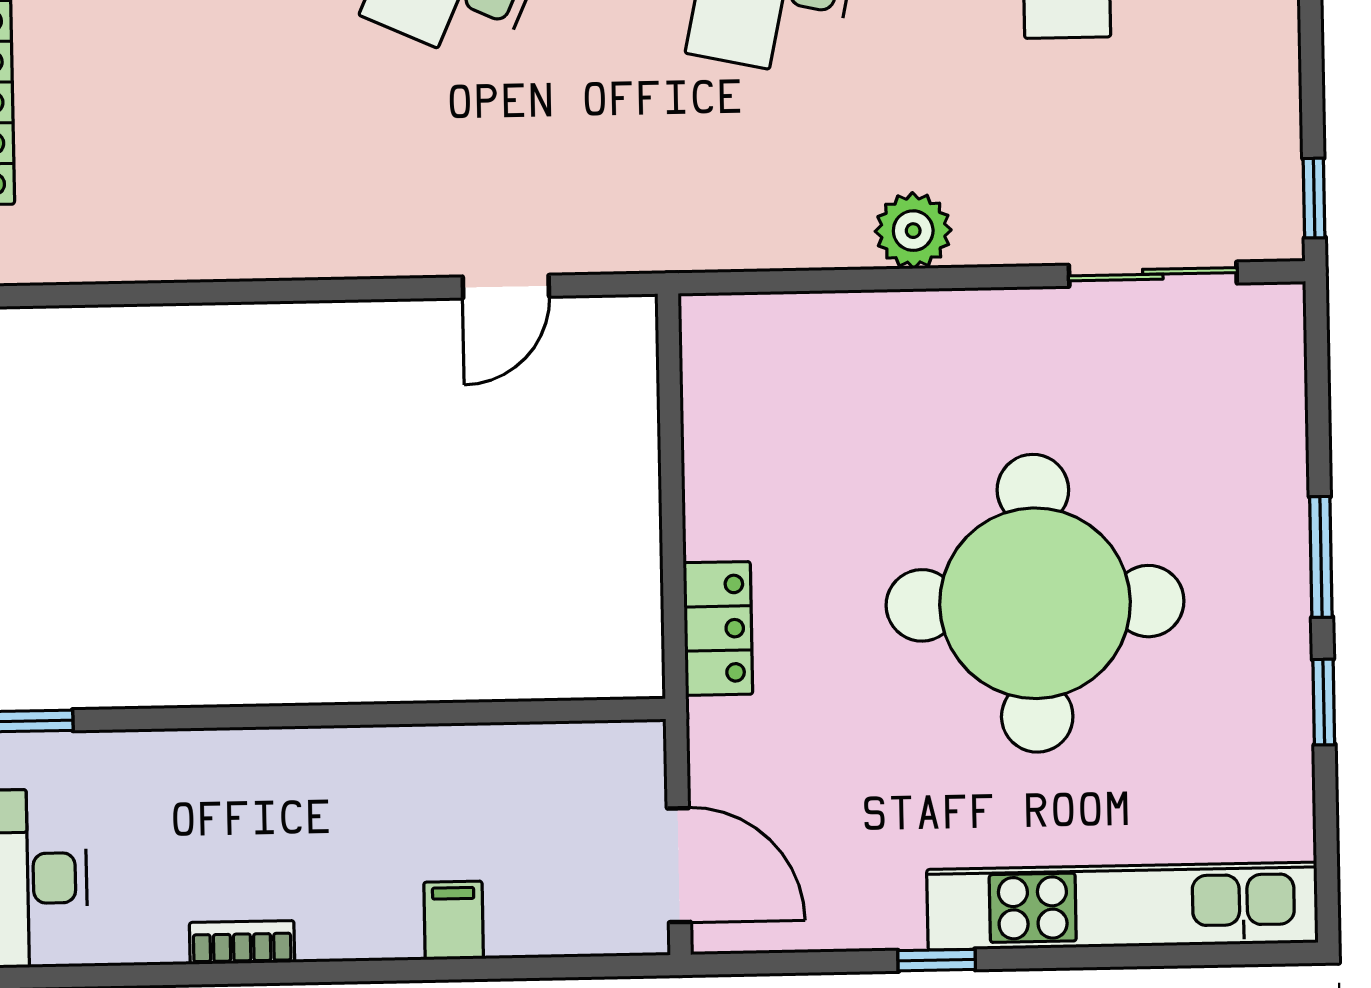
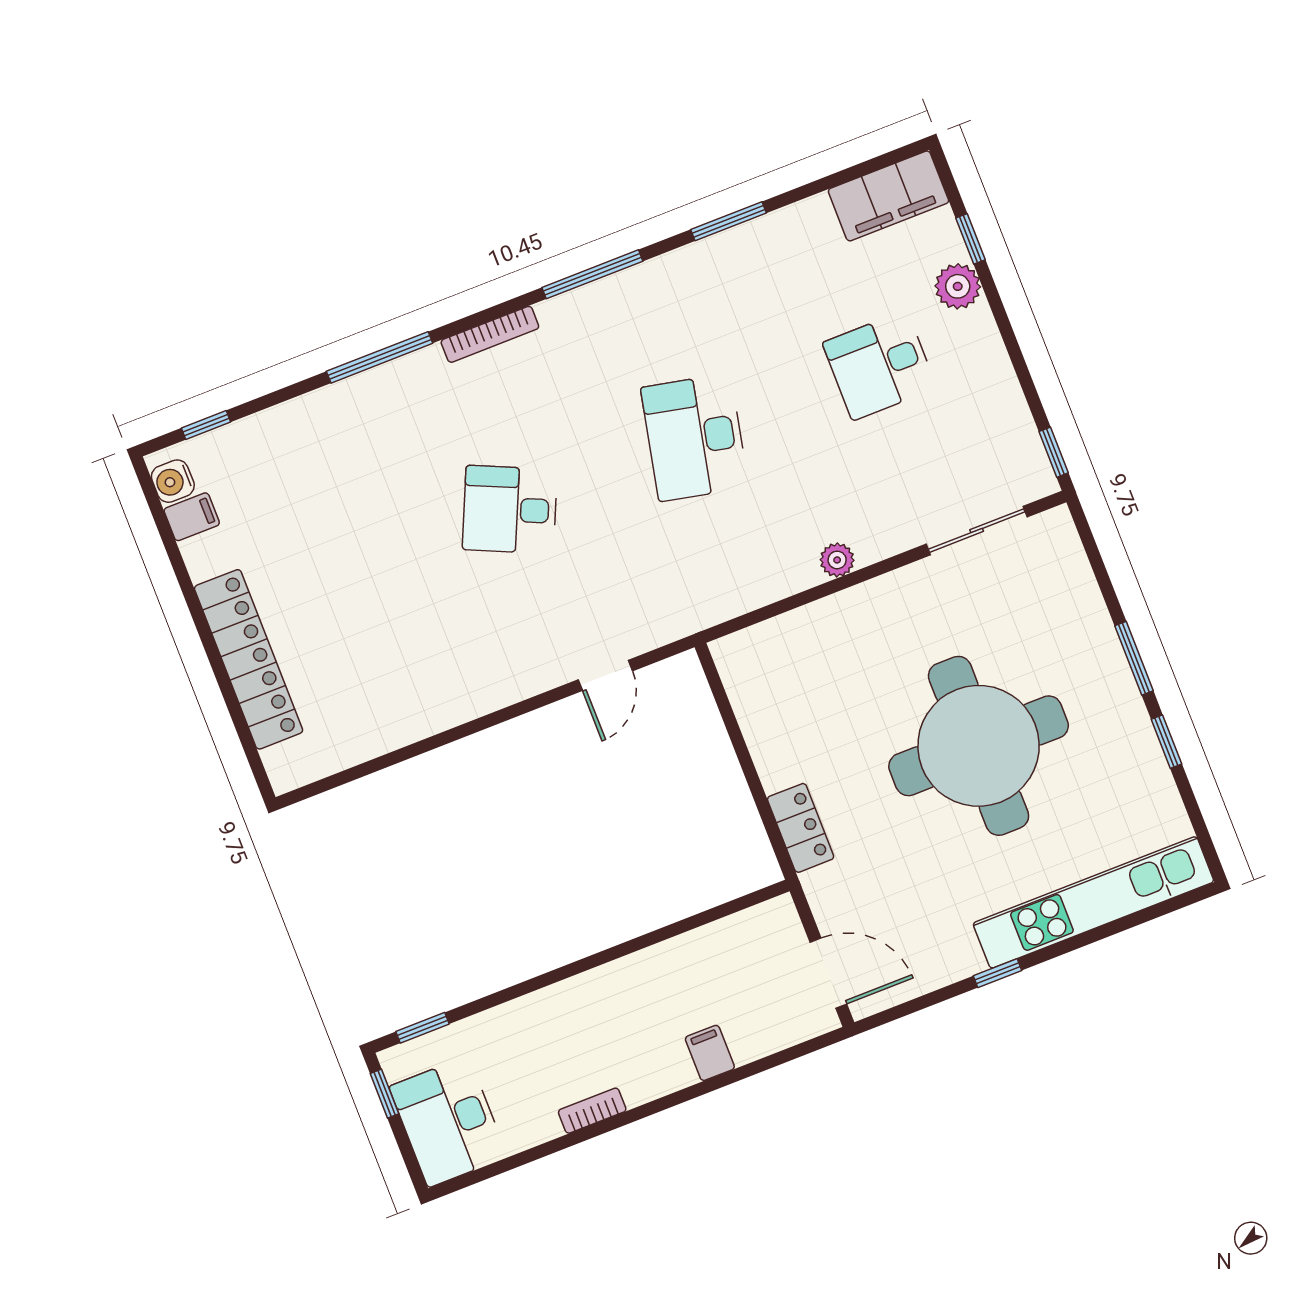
plant: (913, 231) -> (837, 560), width x0.73, depth x0.73

